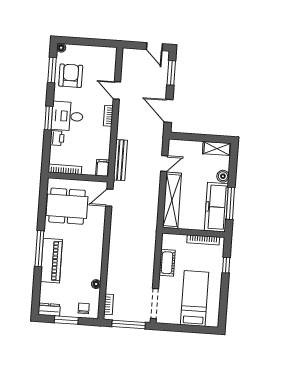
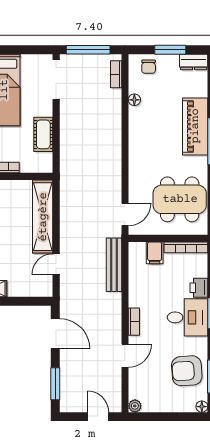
door: (154, 47) -> (98, 417), moved
plant: (112, 52) -> (135, 406), added
armchair: (71, 76) -> (187, 371), turned 86
door: (117, 90) -> (125, 356), hinge flipped
filing cabinet: (103, 168) -> (155, 253), moved

